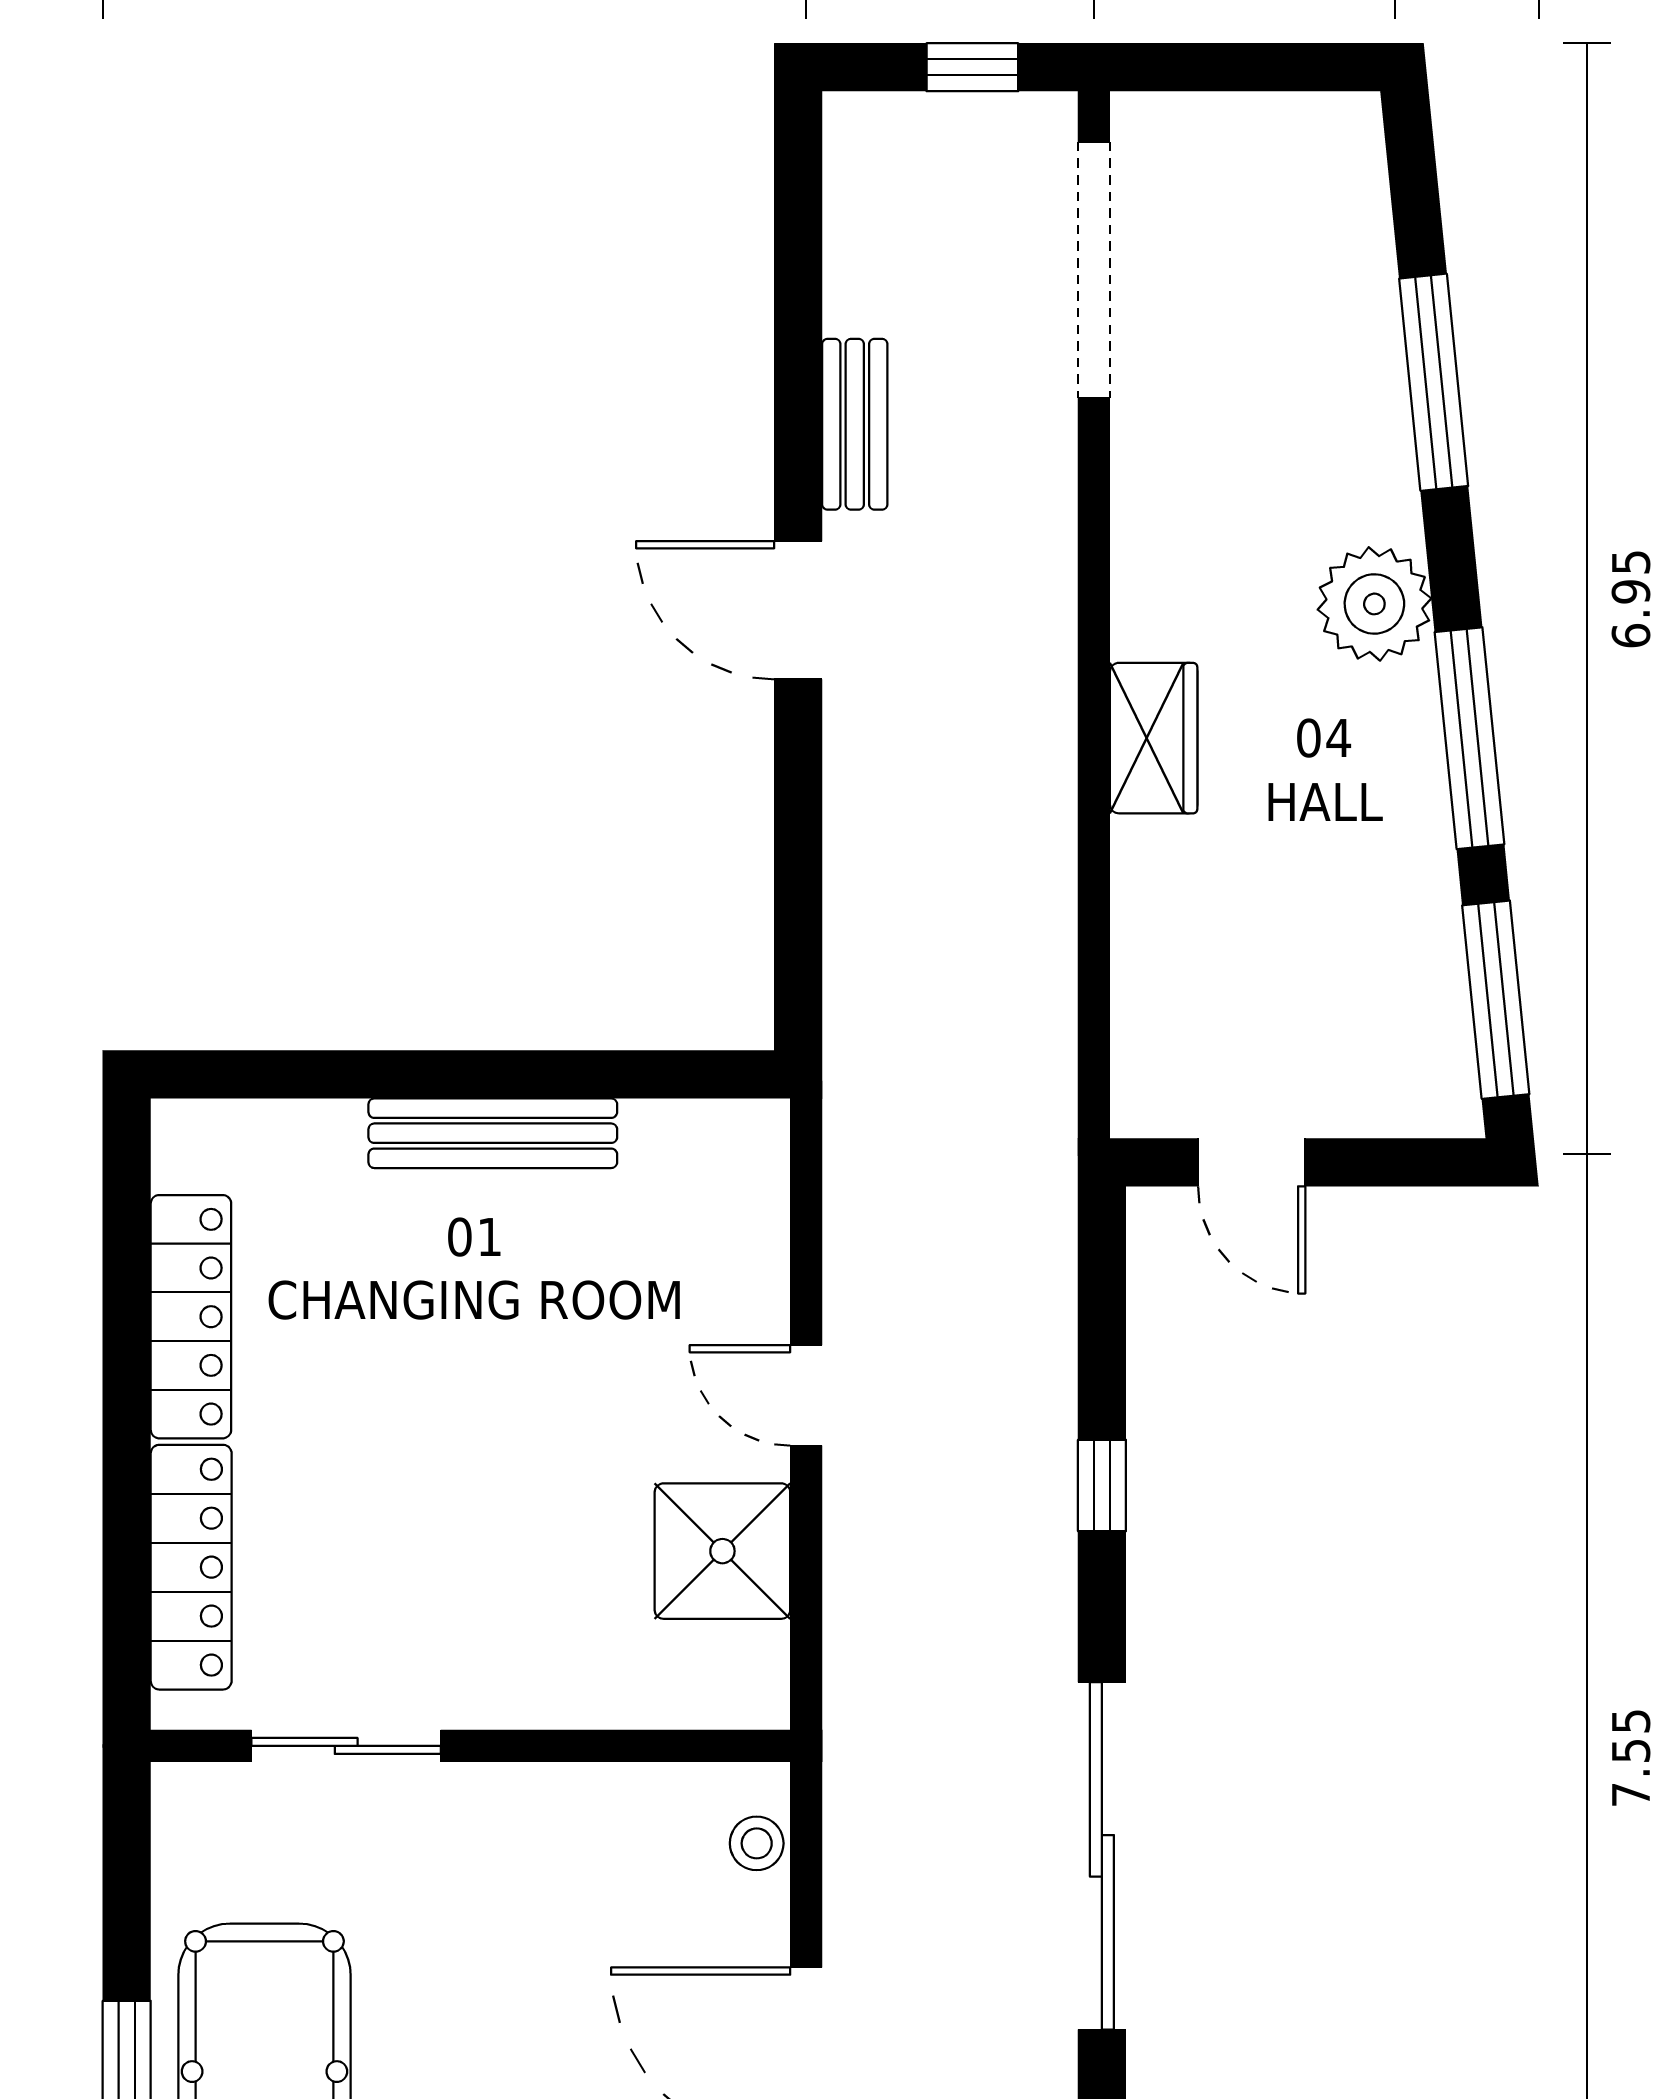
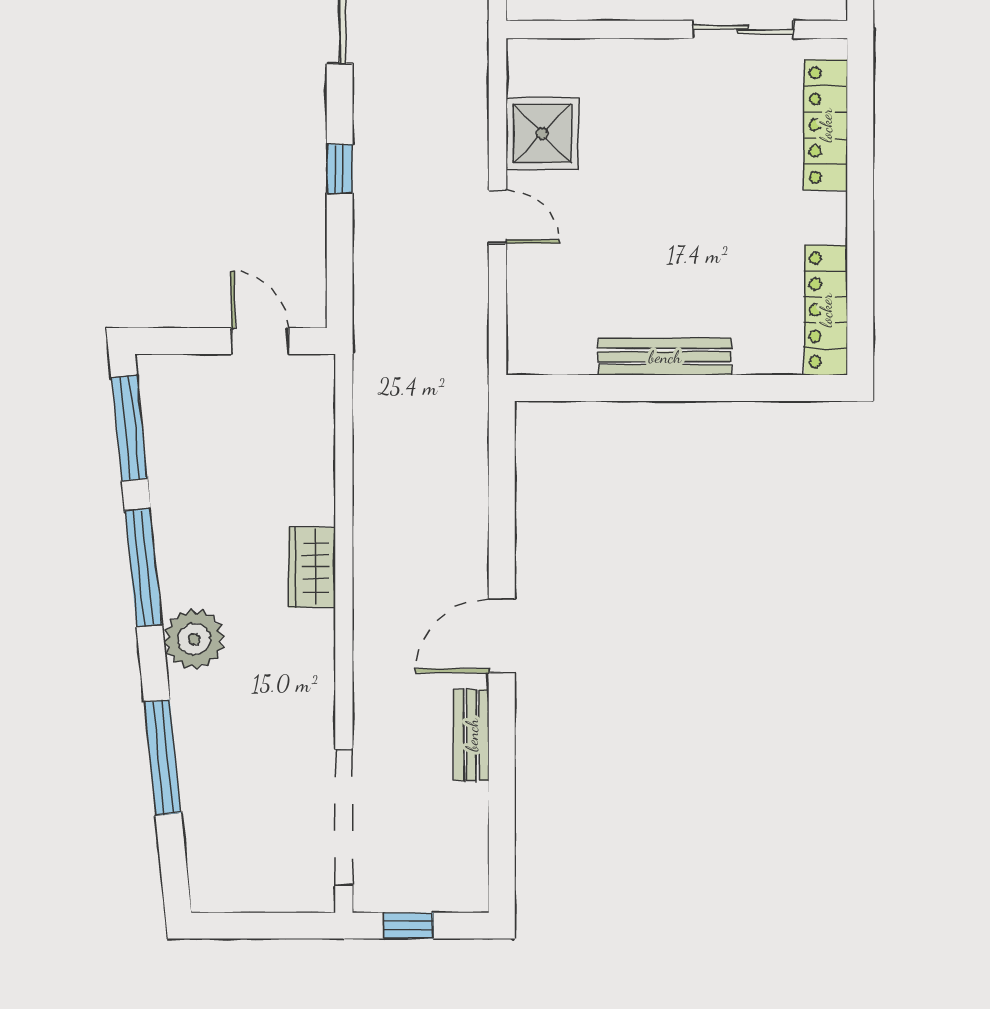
door: (798, 610) -> (502, 636), swing flipped
locker: (191, 1317) -> (826, 310), moved

